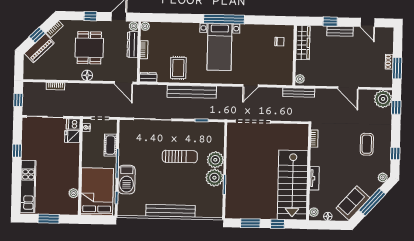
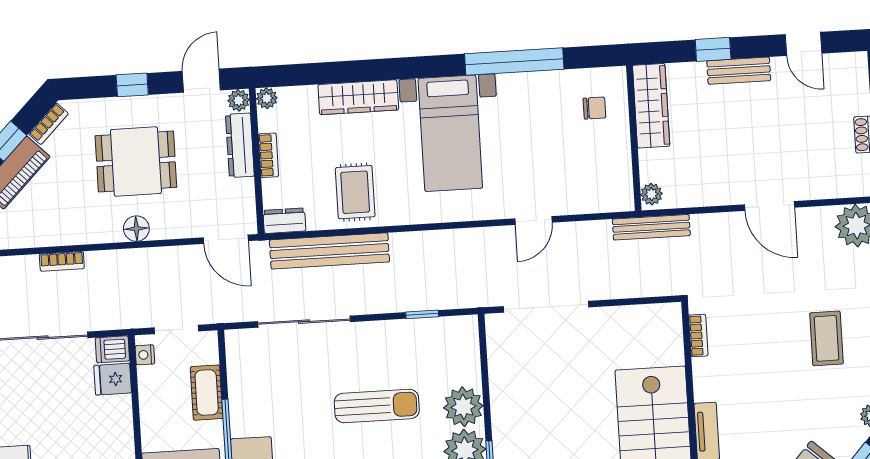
window: (224, 19) -> (514, 62), moved
wardrobe: (183, 29) -> (358, 97), added
dining table: (89, 48) -> (136, 162), turned 90
bench: (192, 92) -> (329, 251), moved

